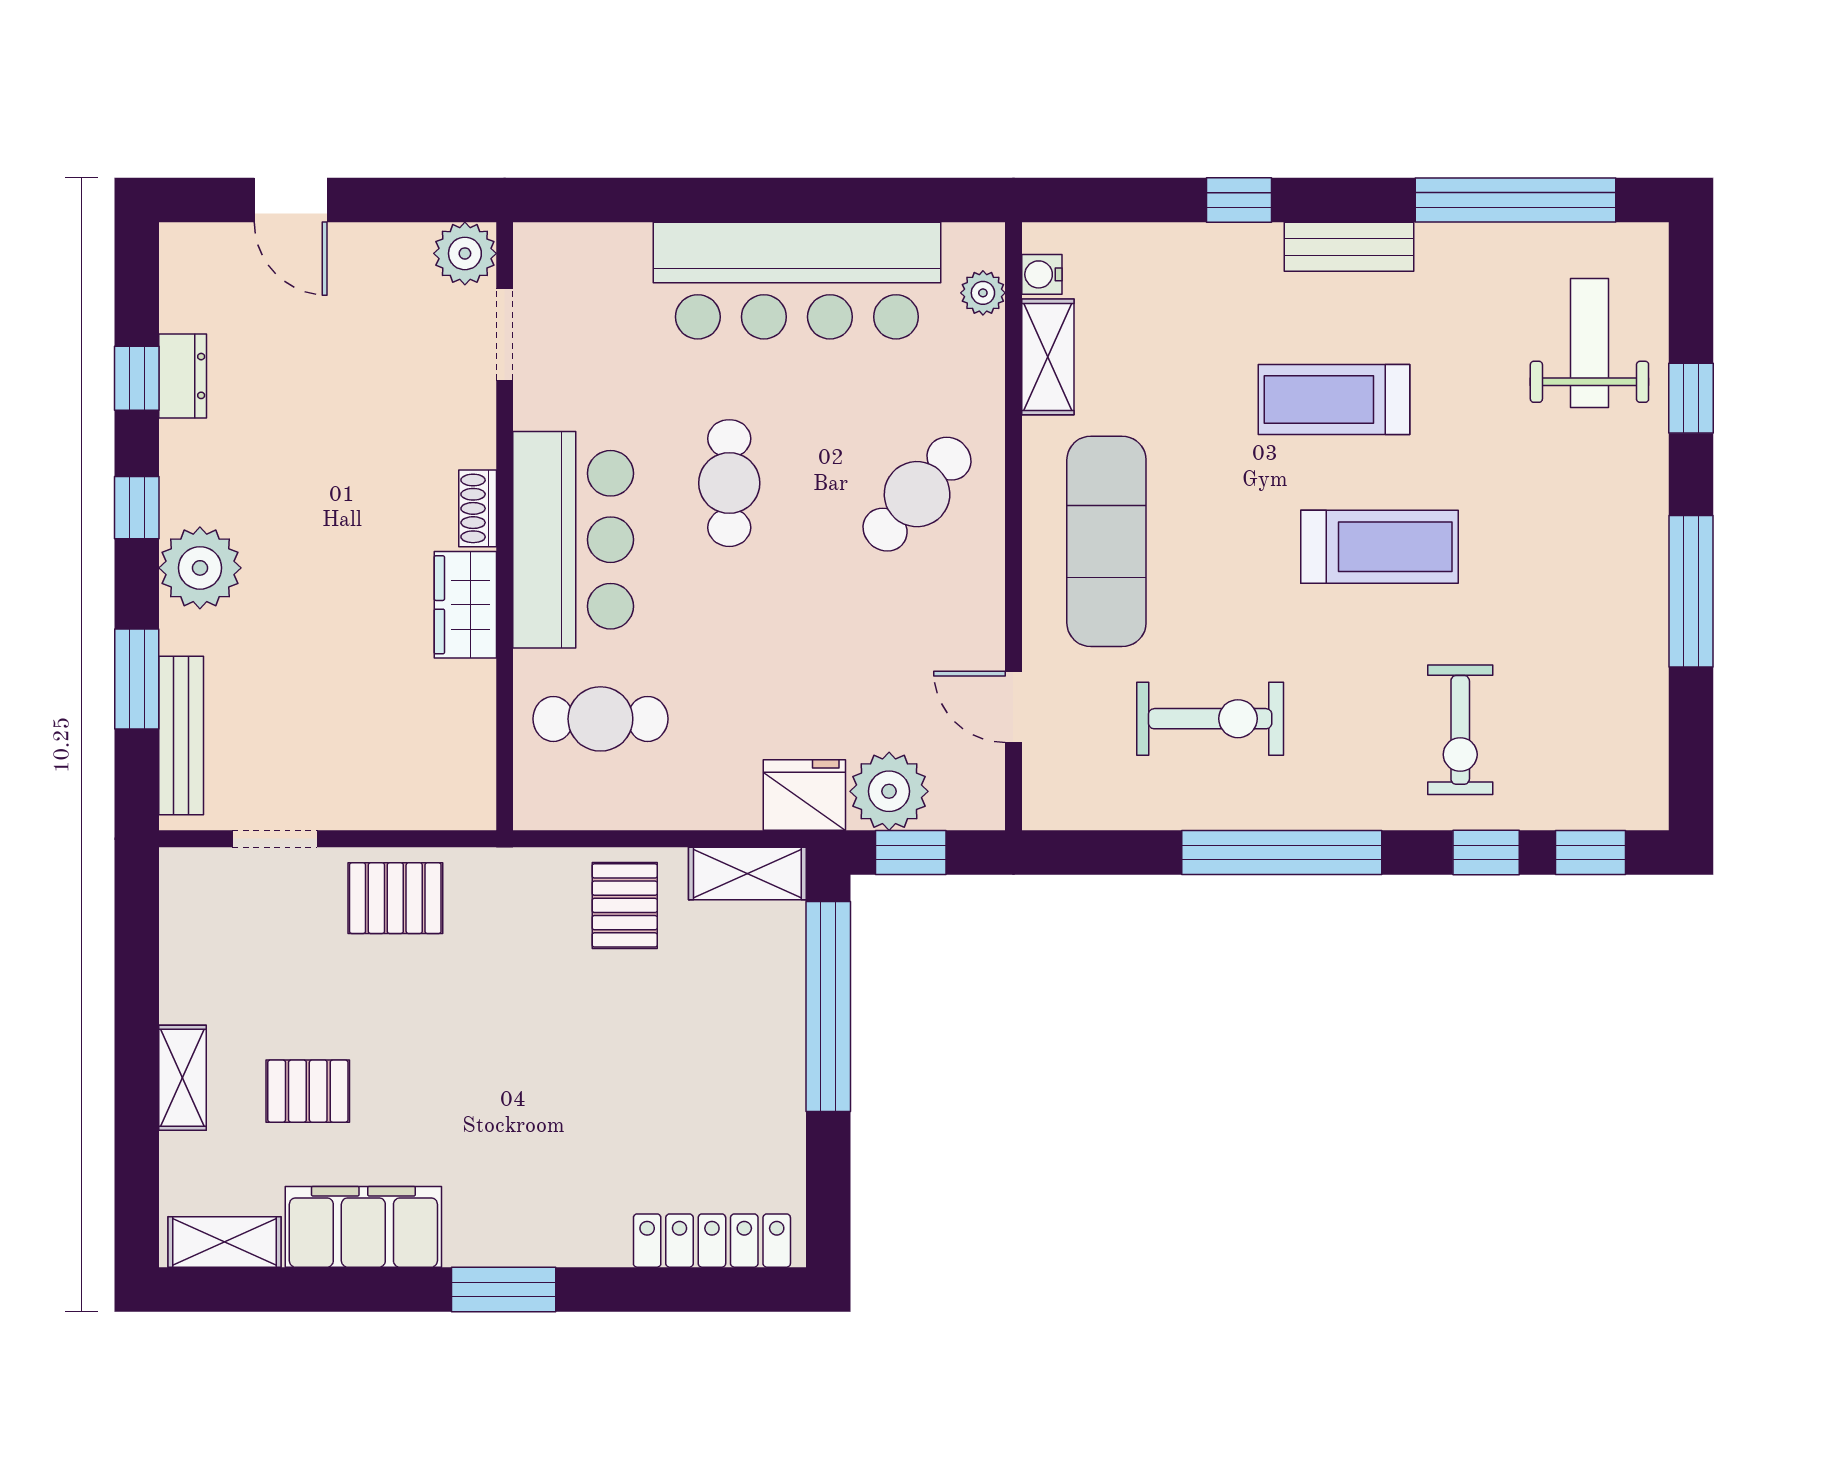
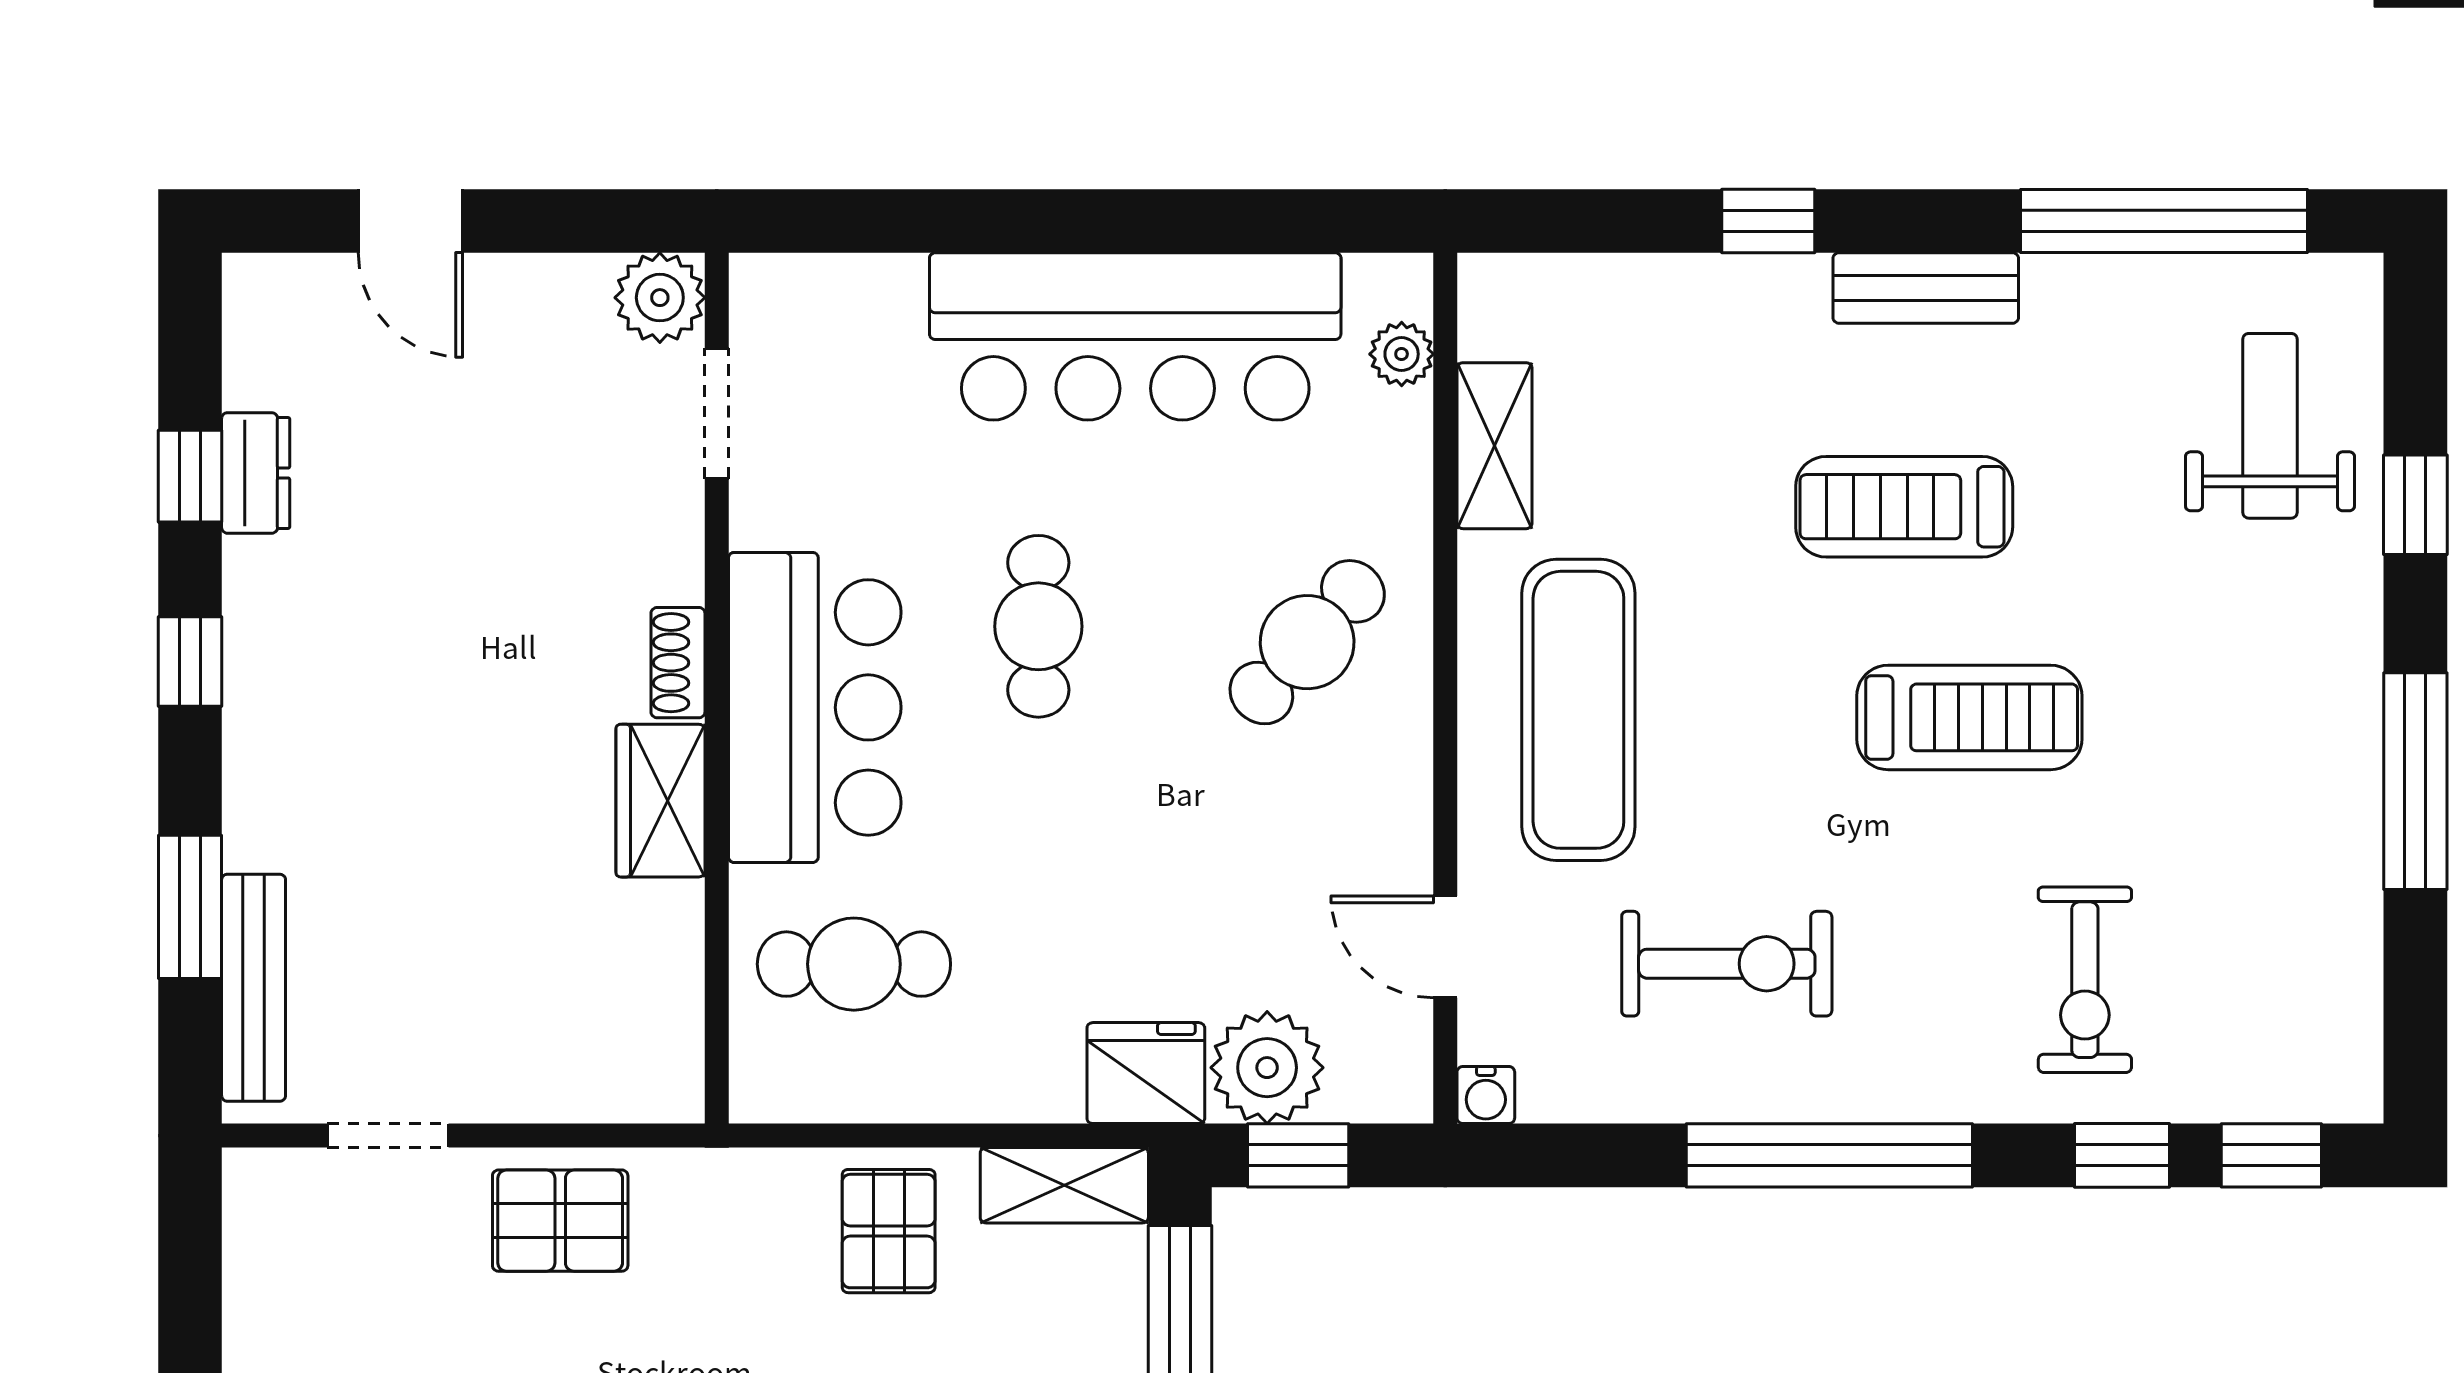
water cooler: (1042, 274) -> (1486, 1095), moved, turned -90
plant: (200, 568) -> (281, 748), removed

